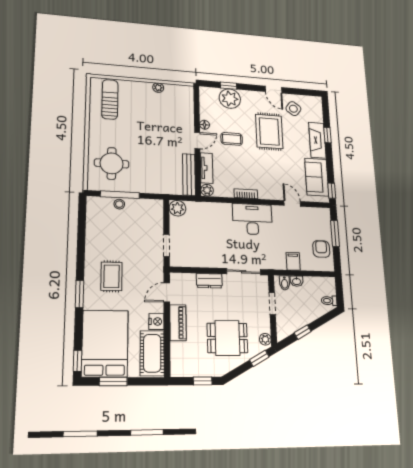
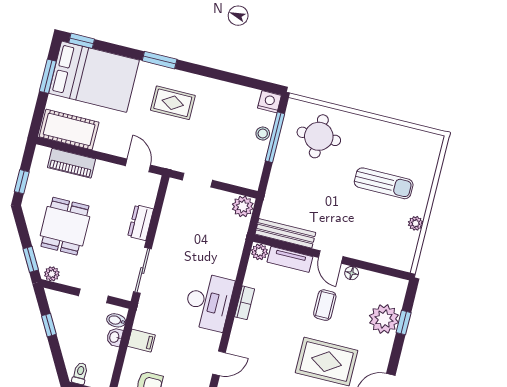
sun lounger: (110, 99) -> (384, 183), moved
nightstand: (156, 322) -> (269, 102), moved, turned 180
piano: (178, 323) -> (72, 163), moved

